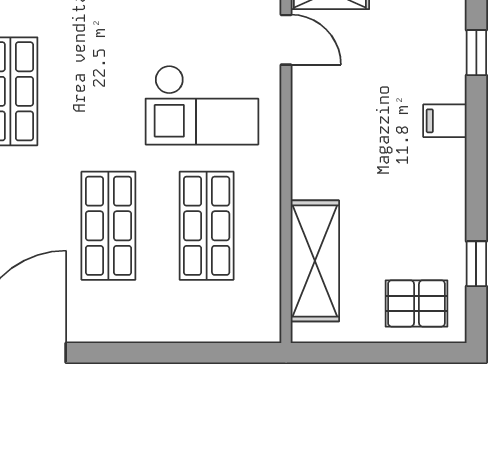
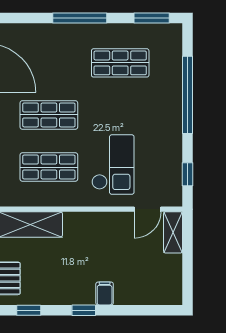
window: (476, 53) -> (84, 310), moved
checkout: (202, 105) -> (113, 165), turned 180

